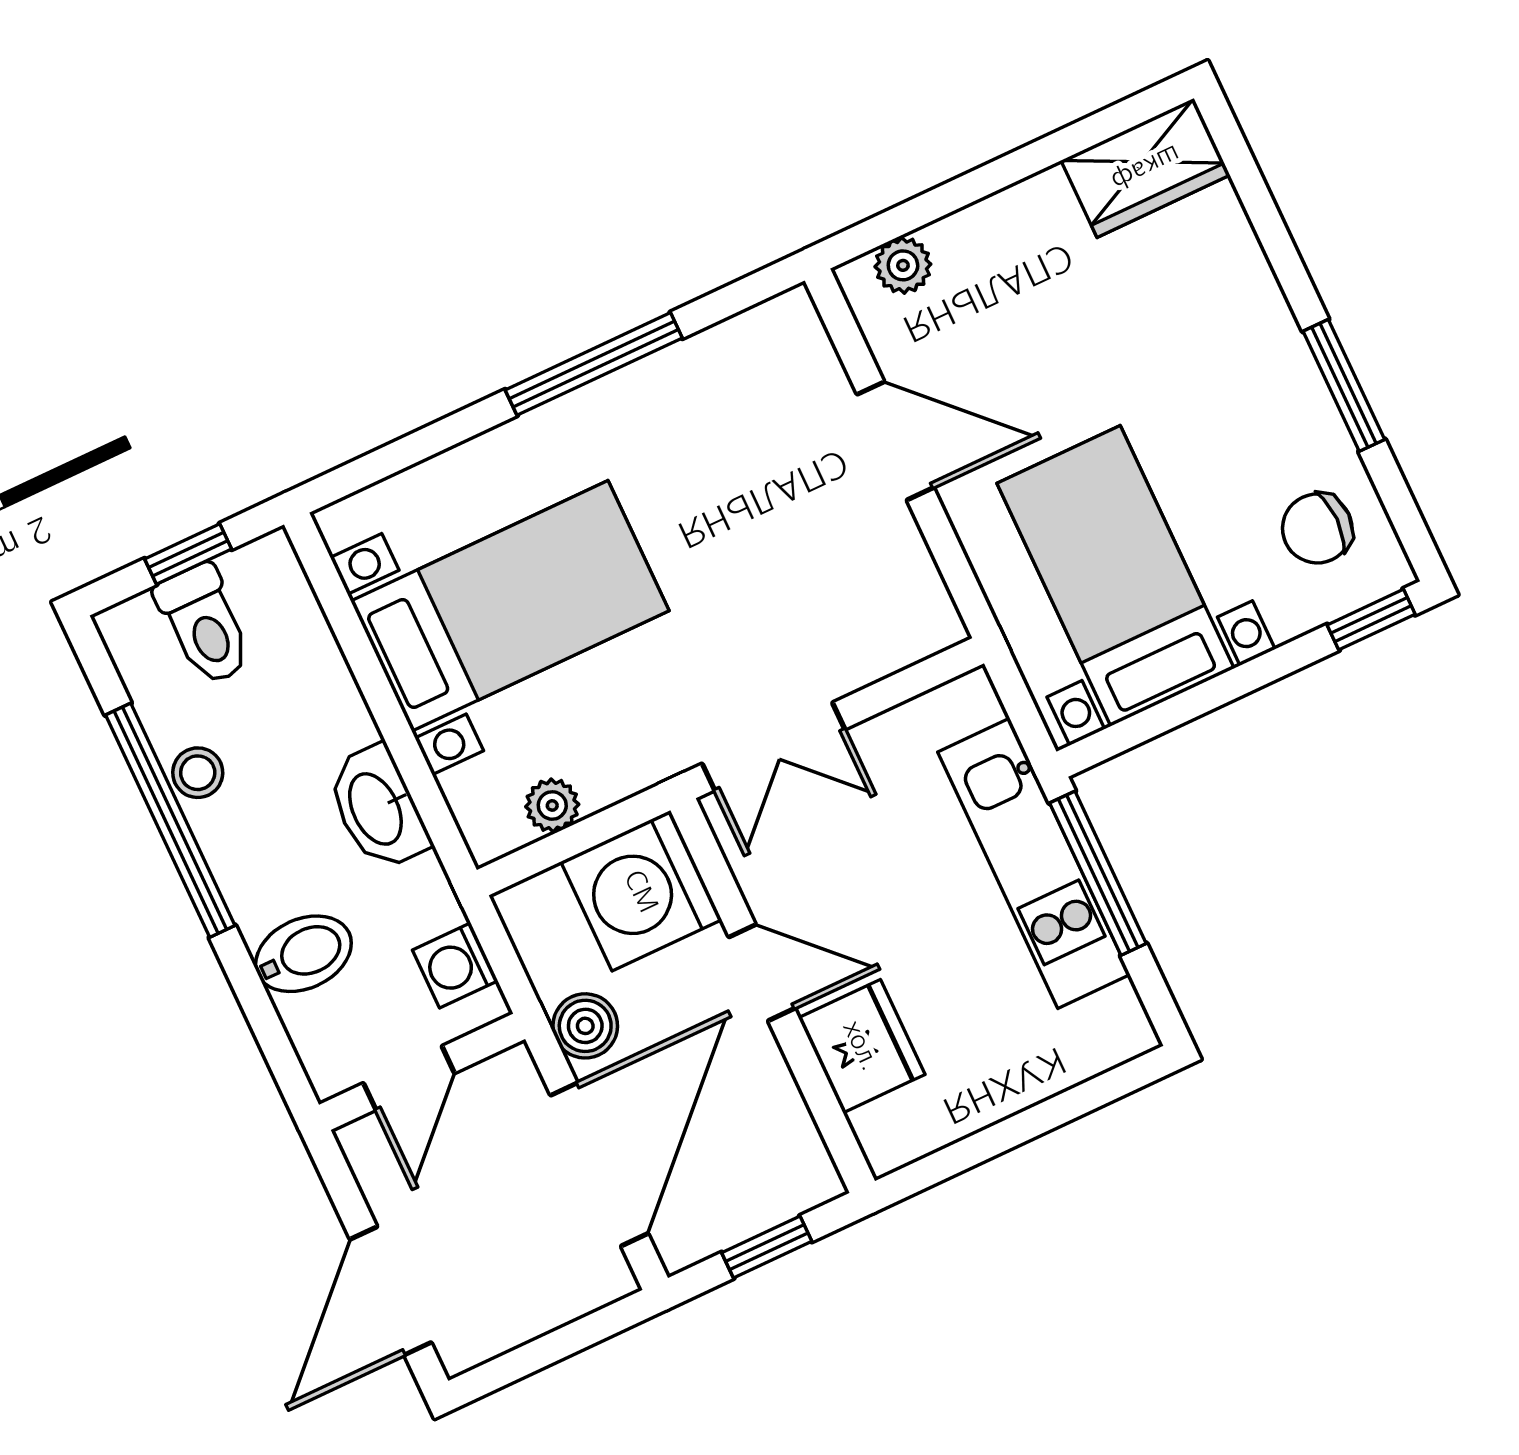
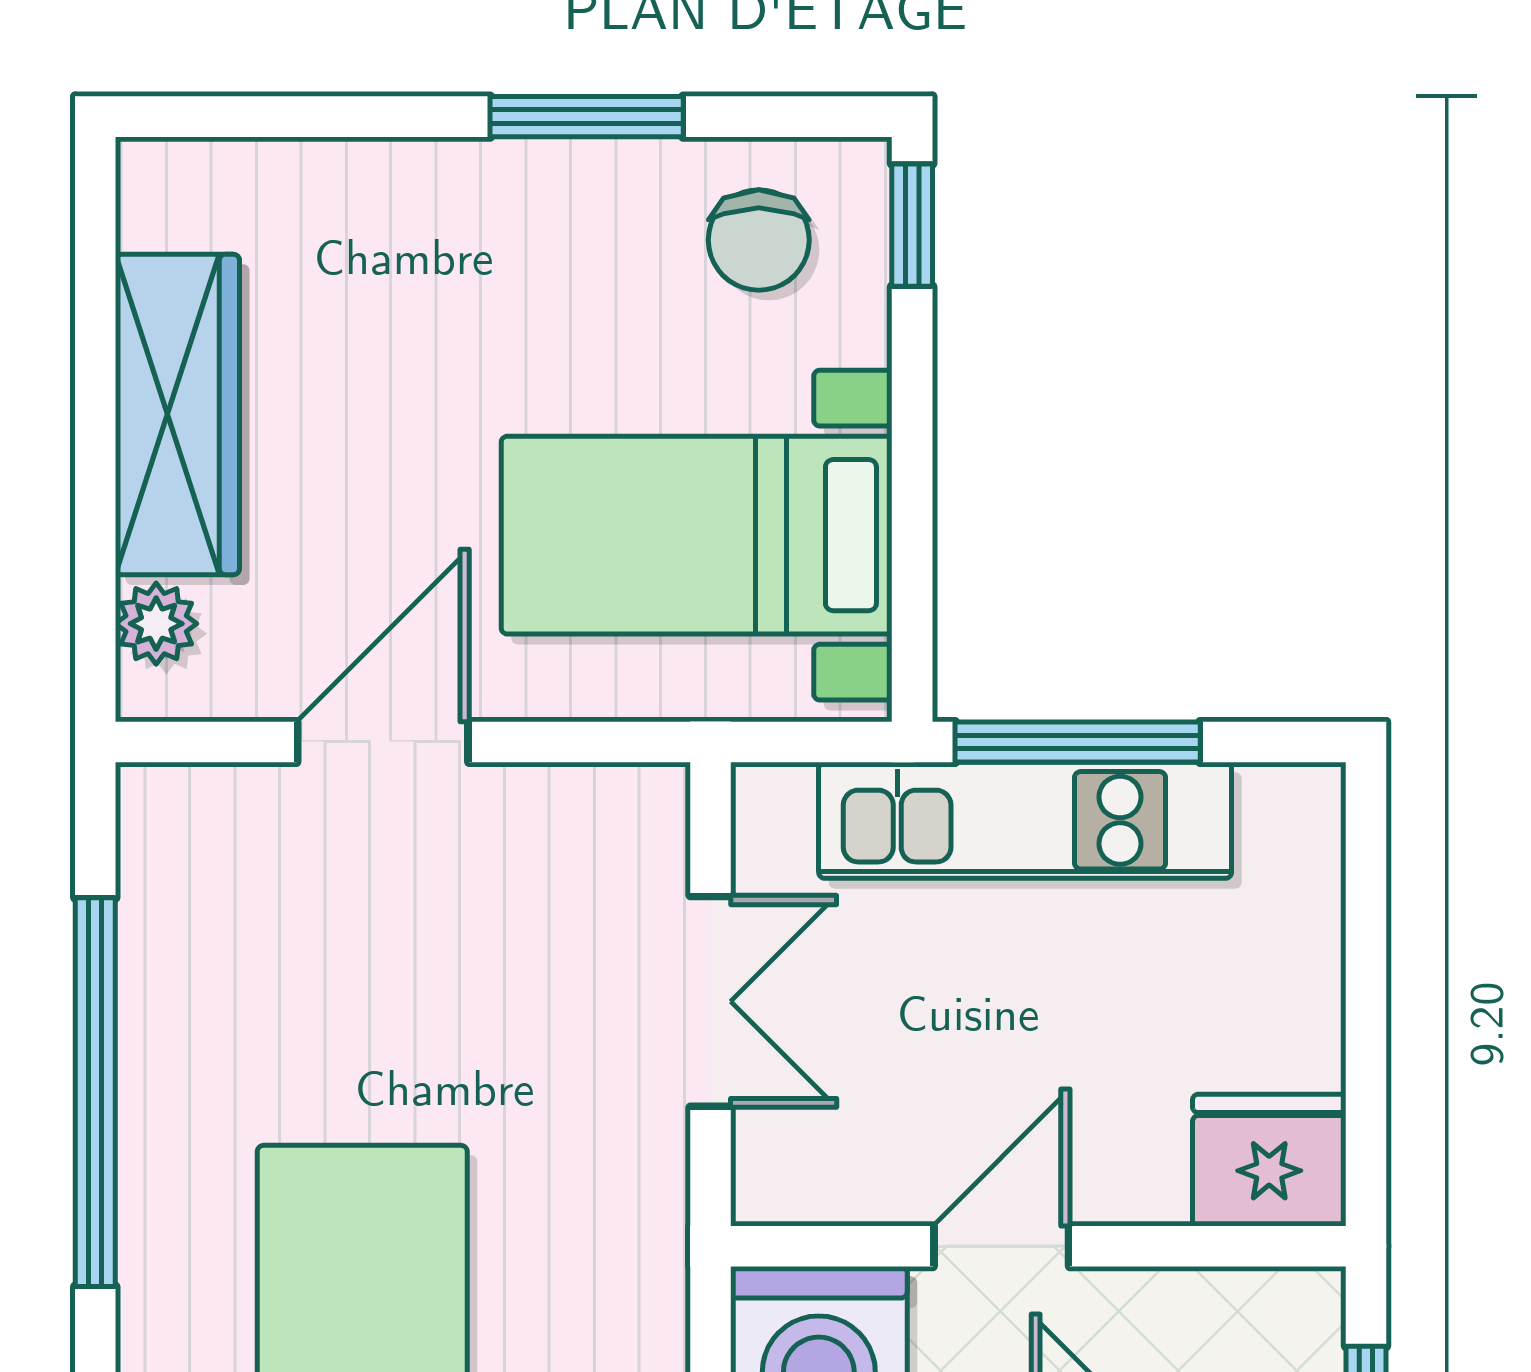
wardrobe: (1146, 168) -> (177, 414), moved, width x1.50
window: (594, 364) -> (95, 1092), width x1.46
double door: (773, 747) -> (710, 1001), moved
fridge: (862, 1046) -> (1269, 1160), moved

